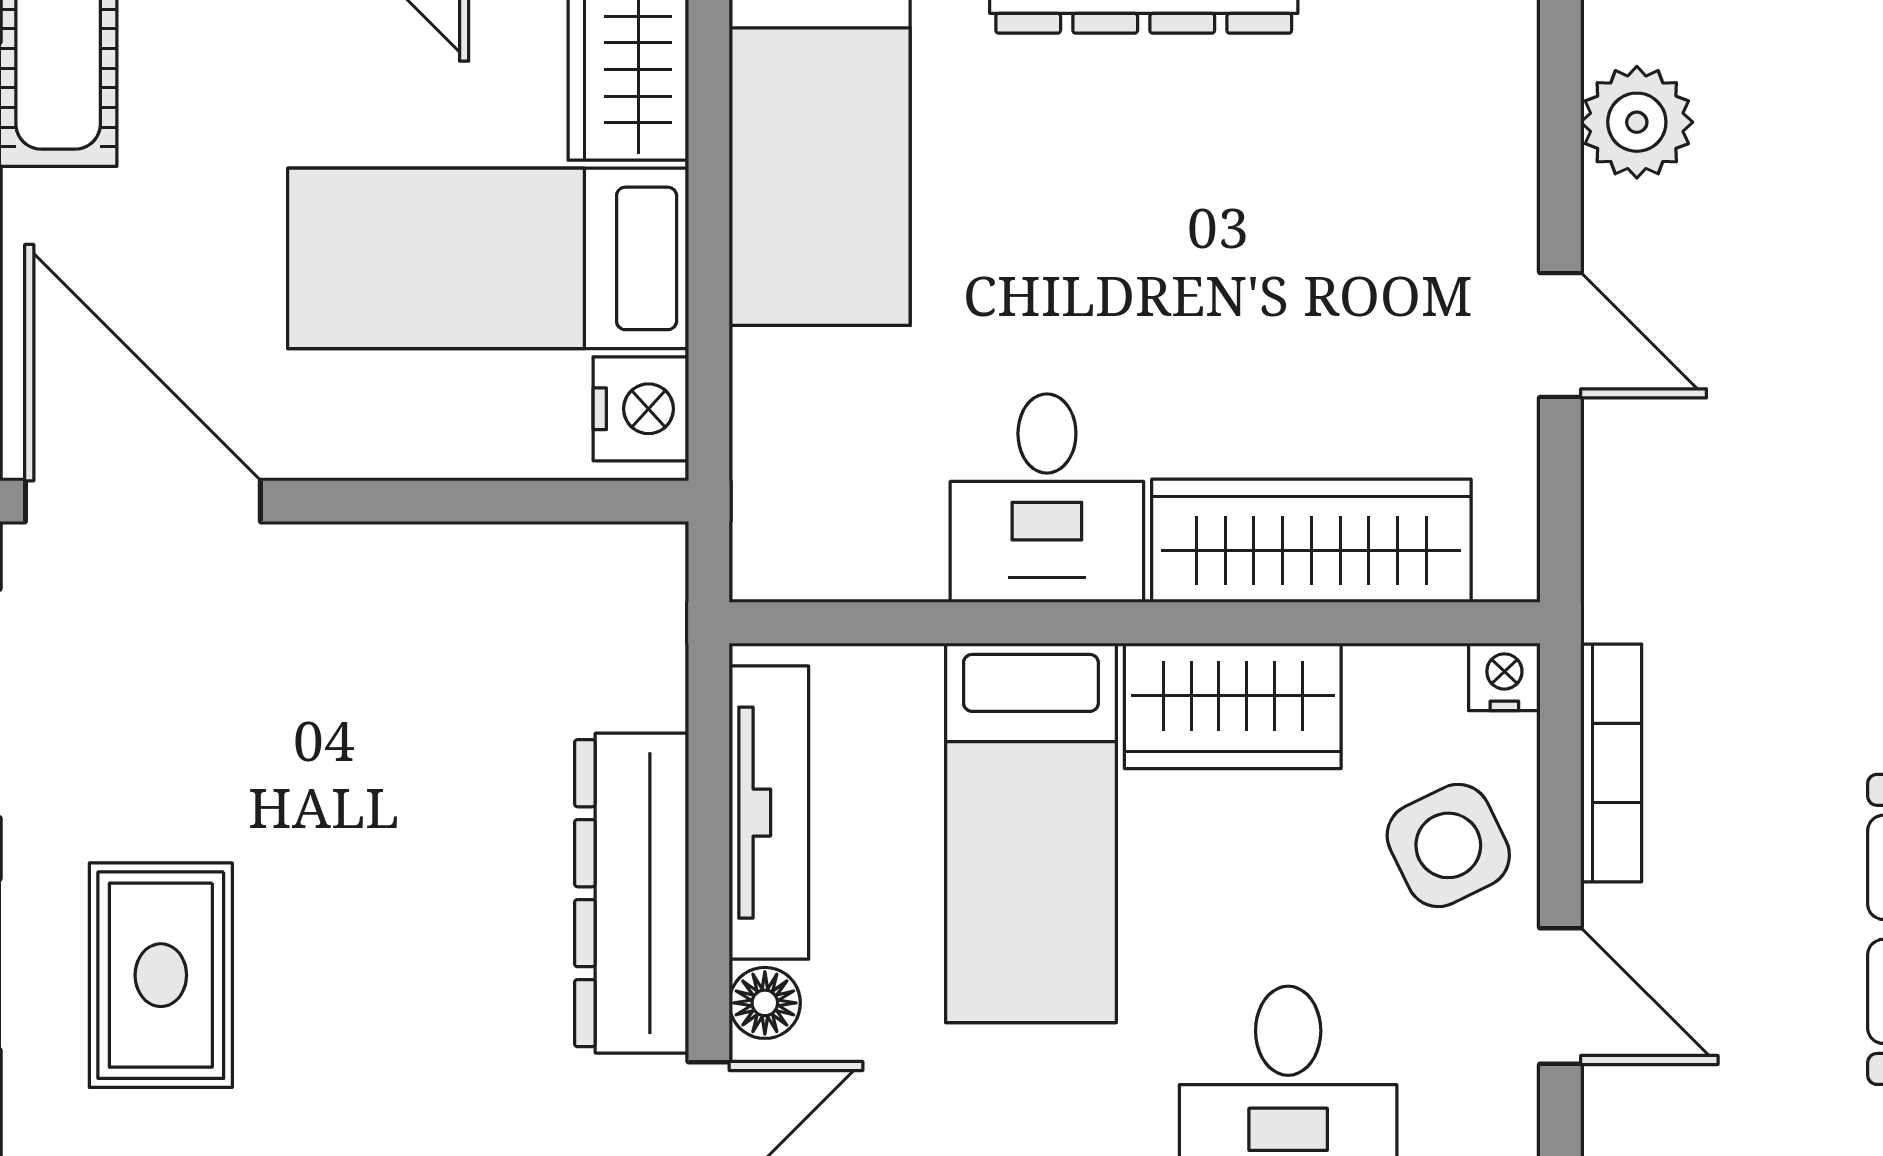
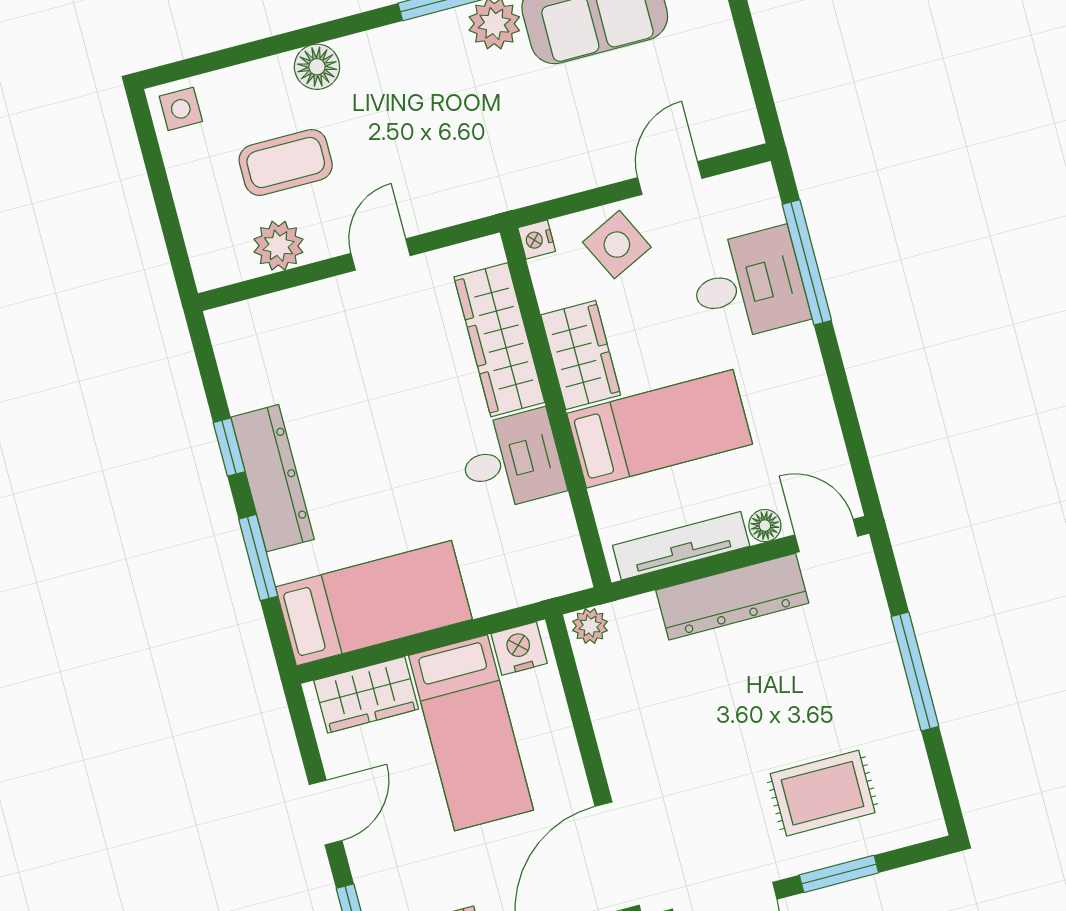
coffee table: (1810, 185) -> (286, 163), added
plant: (649, 573) -> (590, 626), added
bookcase: (1611, 763) -> (562, 183), removed

